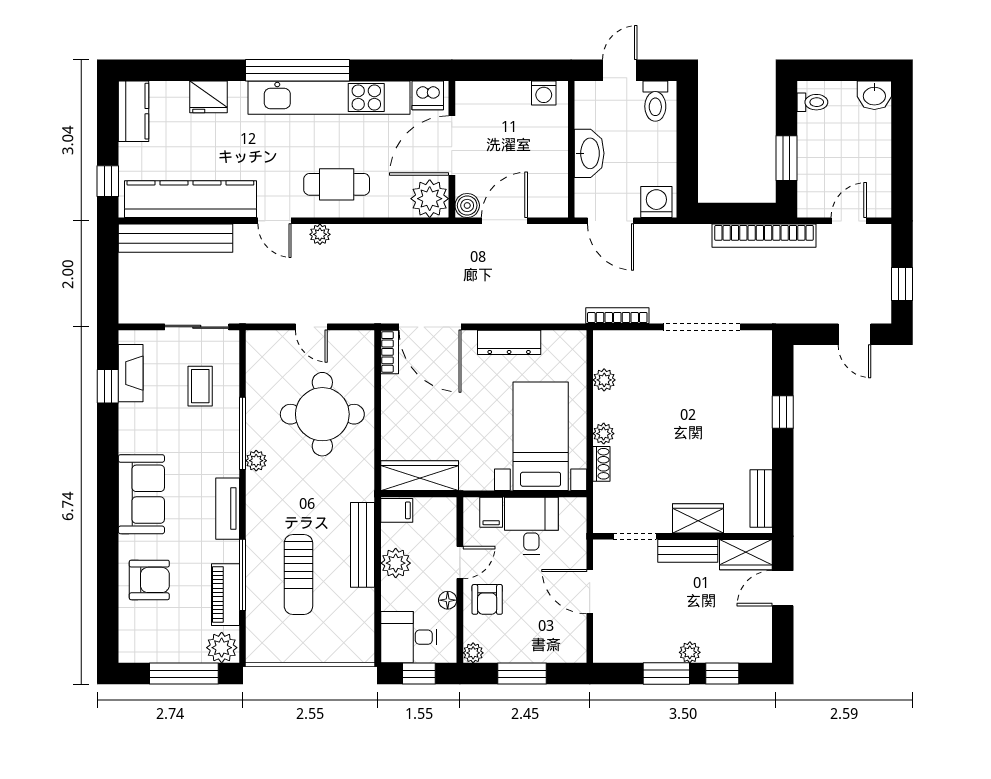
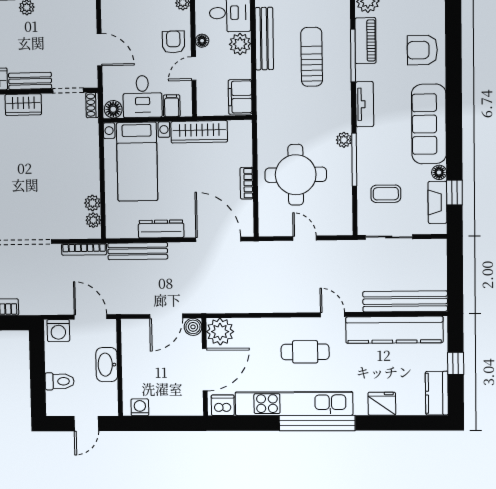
toilet: (655, 101) -> (59, 381), moved, turned 90
window: (108, 181) -> (456, 364), moved
cafe table: (337, 184) -> (305, 352), moved
plant: (320, 234) -> (299, 305), removed
bench: (542, 312) -> (138, 251), added
bookcase: (390, 352) -> (247, 183), moved
coffee table: (200, 386) -> (386, 194), turned 90
floor lamp: (128, 414) -> (439, 172), added
plant: (604, 434) -> (93, 220), moved
shoe rack: (601, 464) -> (92, 105), moved
wardrobe: (420, 476) -> (199, 132), moved
sofa: (141, 494) -> (429, 124), width x1.36
floor lamp: (572, 509) -> (113, 109), added
filing cabinet: (397, 510) -> (240, 97), width x2.00
bench: (363, 545) -> (264, 39), moved
plant: (396, 563) -> (240, 44), moved

